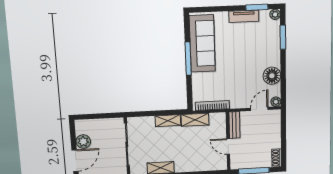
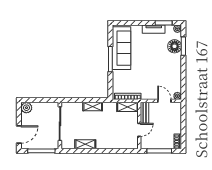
floor lamp: (272, 76) -> (175, 46), moved
door: (259, 109) -> (164, 101), hinge flipped
shelving: (195, 120) -> (127, 107), moved
plant: (83, 142) -> (26, 108), moved
door: (228, 147) -> (139, 130), swing flipped

